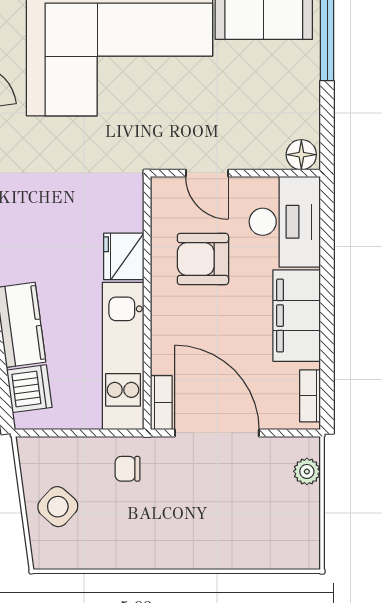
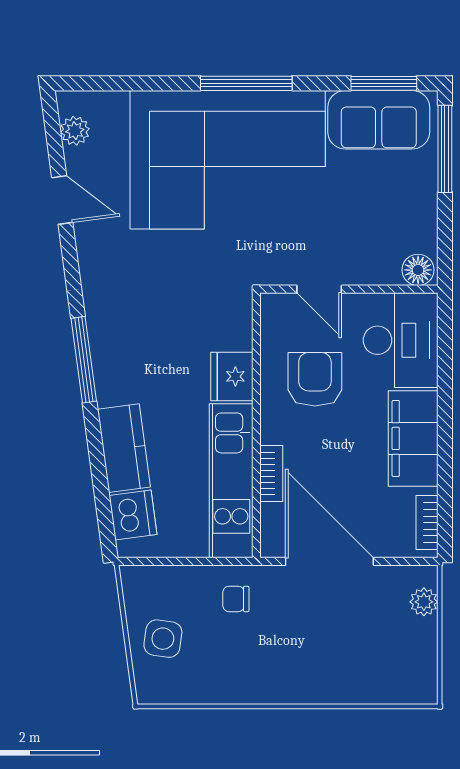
armchair: (203, 259) -> (315, 379), turned 90
bookcase: (161, 403) -> (271, 473), moved
side table: (58, 507) -> (163, 639), turned -34

